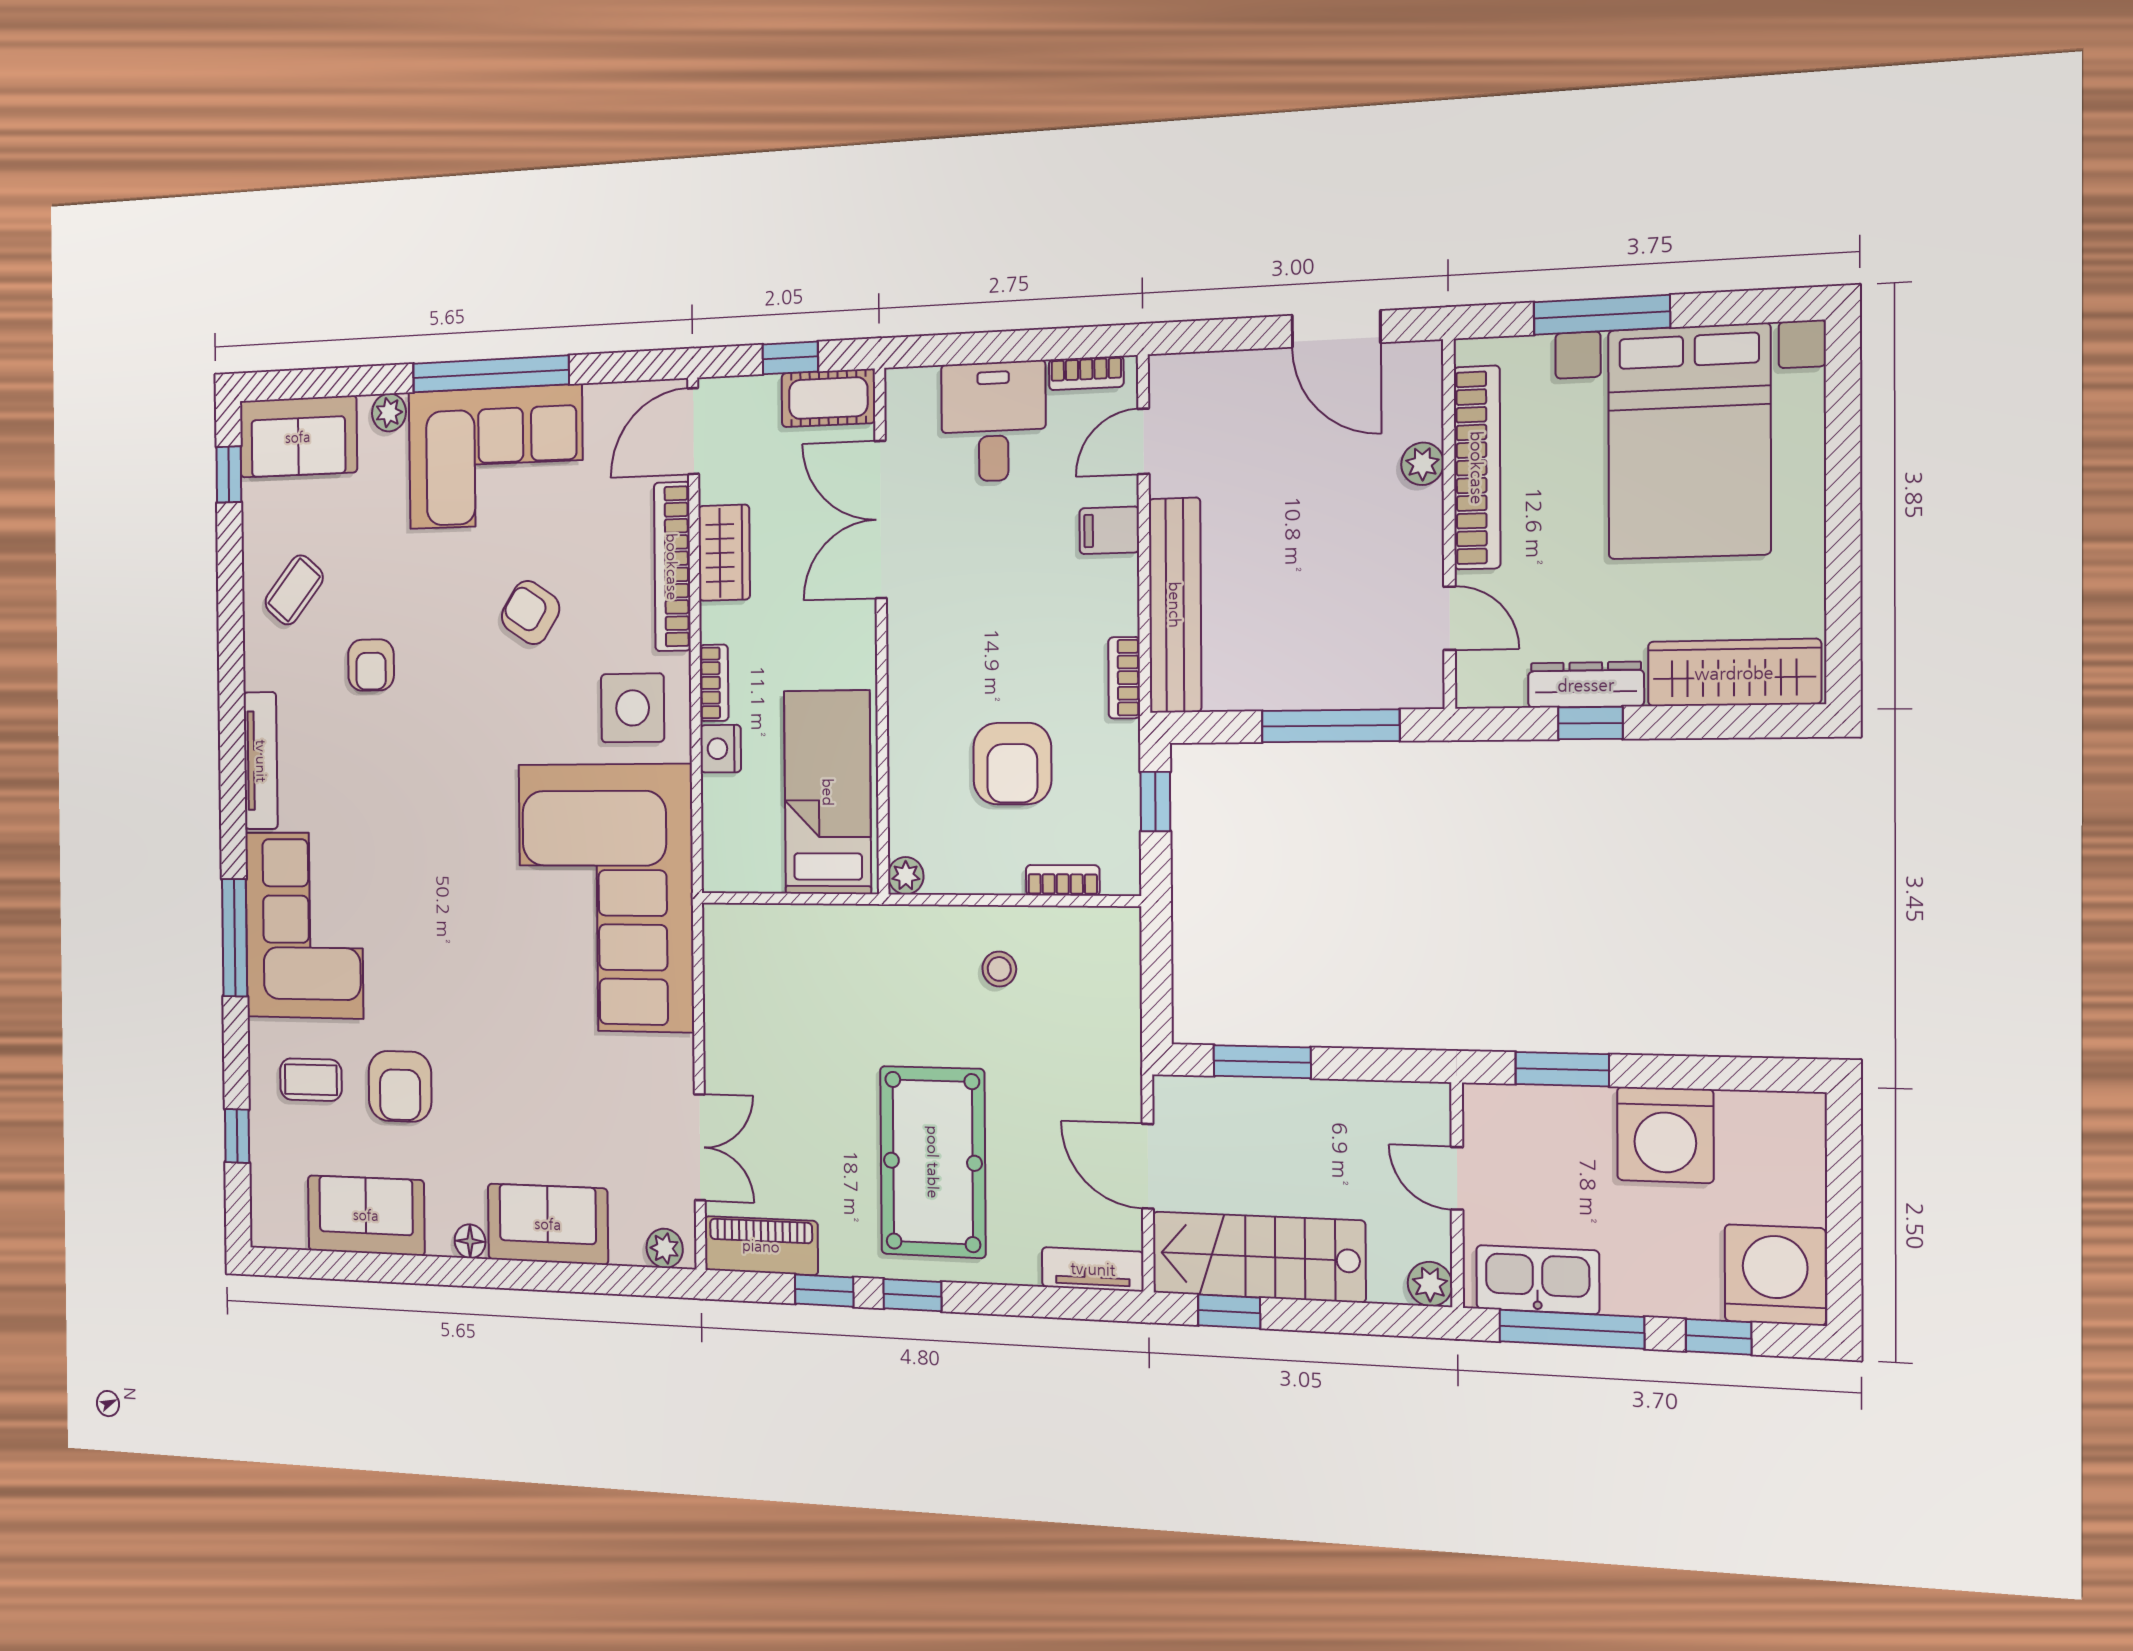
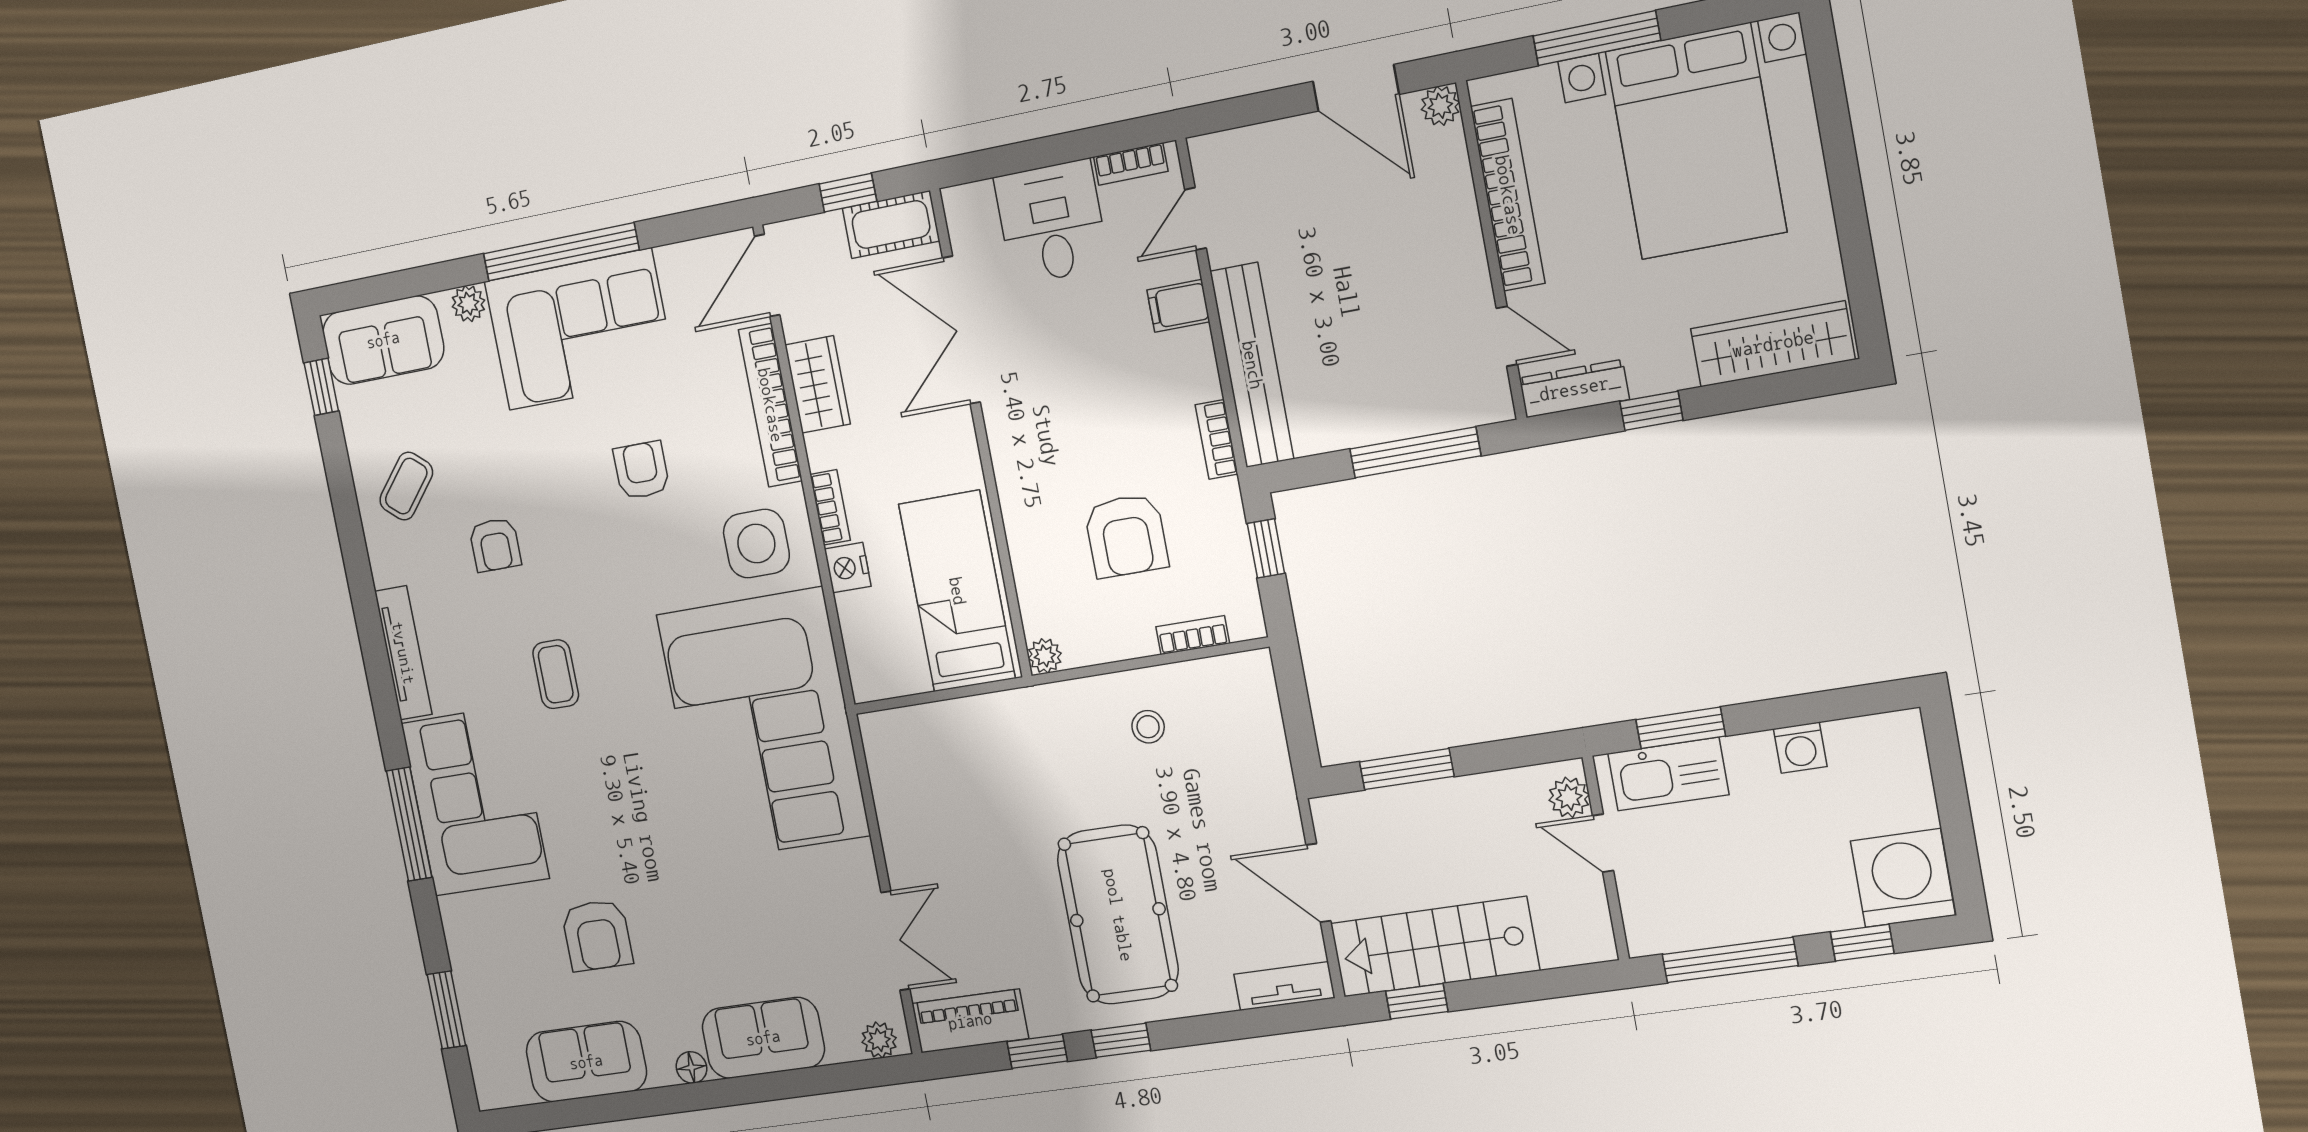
plant: (1422, 464) -> (1440, 106), moved
armchair: (531, 613) -> (641, 470), turned 57
dresser: (1586, 685) -> (1574, 389), moved
coffee table: (311, 1080) -> (556, 674), moved, turned 90
washing machine: (1665, 1135) -> (1800, 748), width x0.53, depth x0.53
window: (237, 1136) -> (446, 1010), width x1.50
kitchen sink: (1538, 1280) -> (1668, 774), moved, turned 180
plant: (1430, 1284) -> (1569, 797), moved

